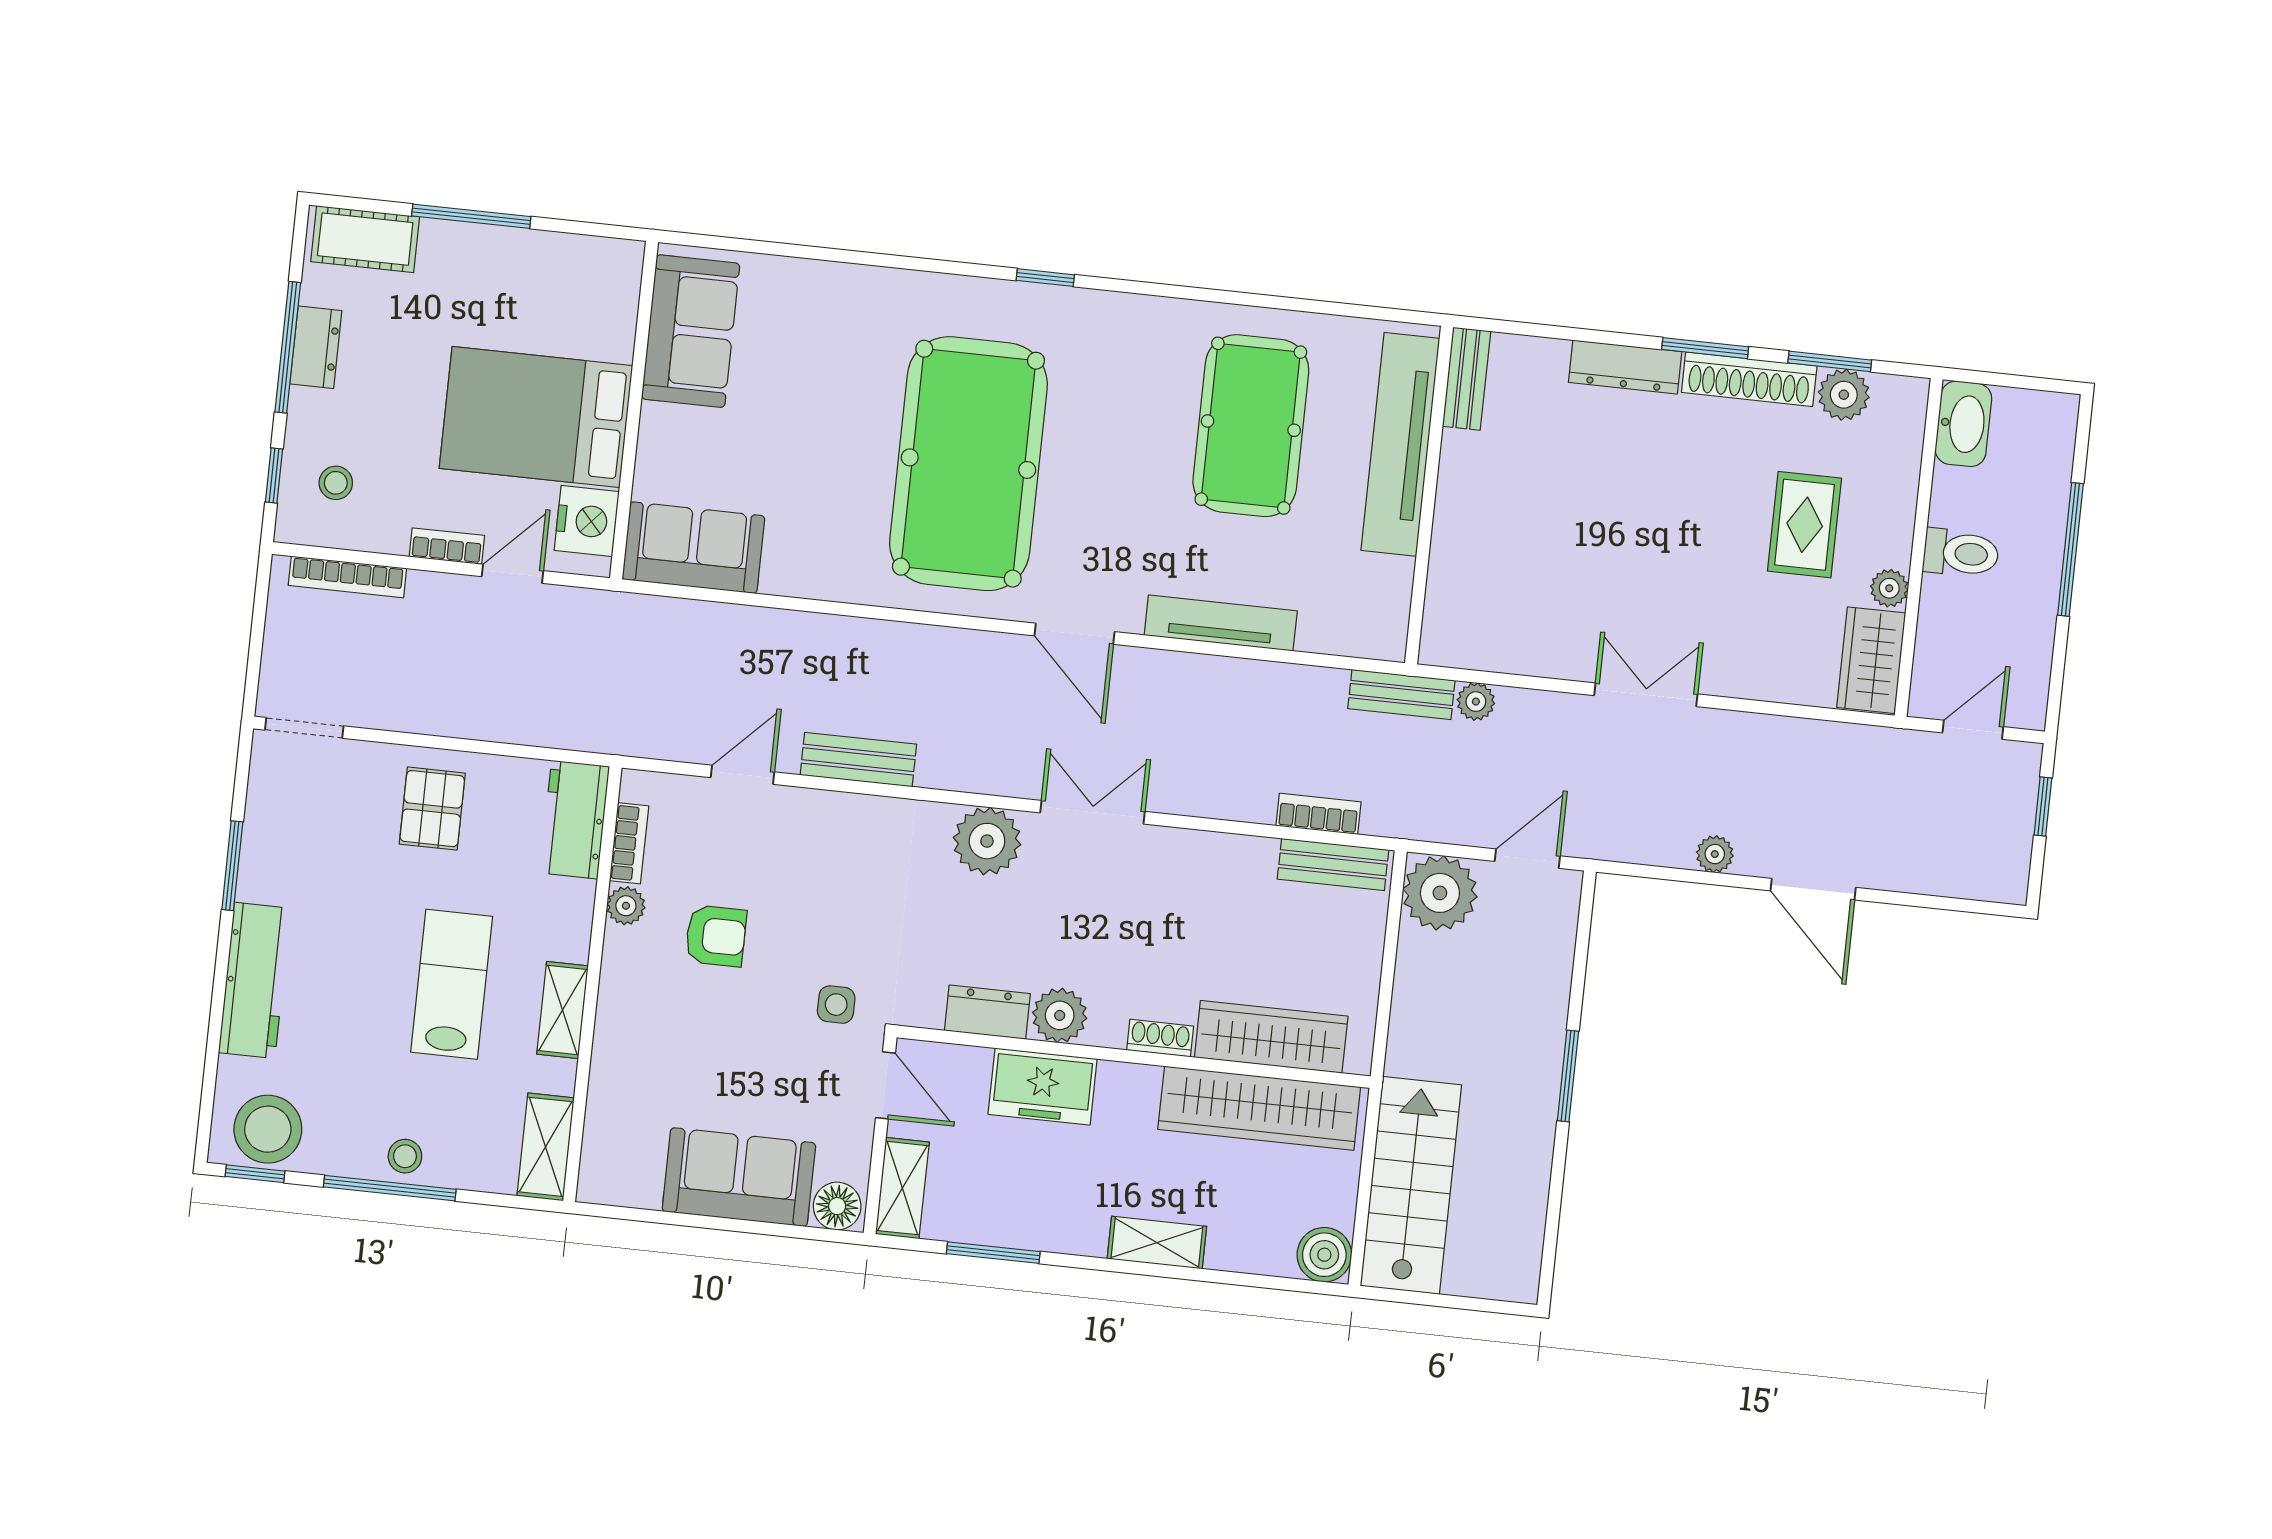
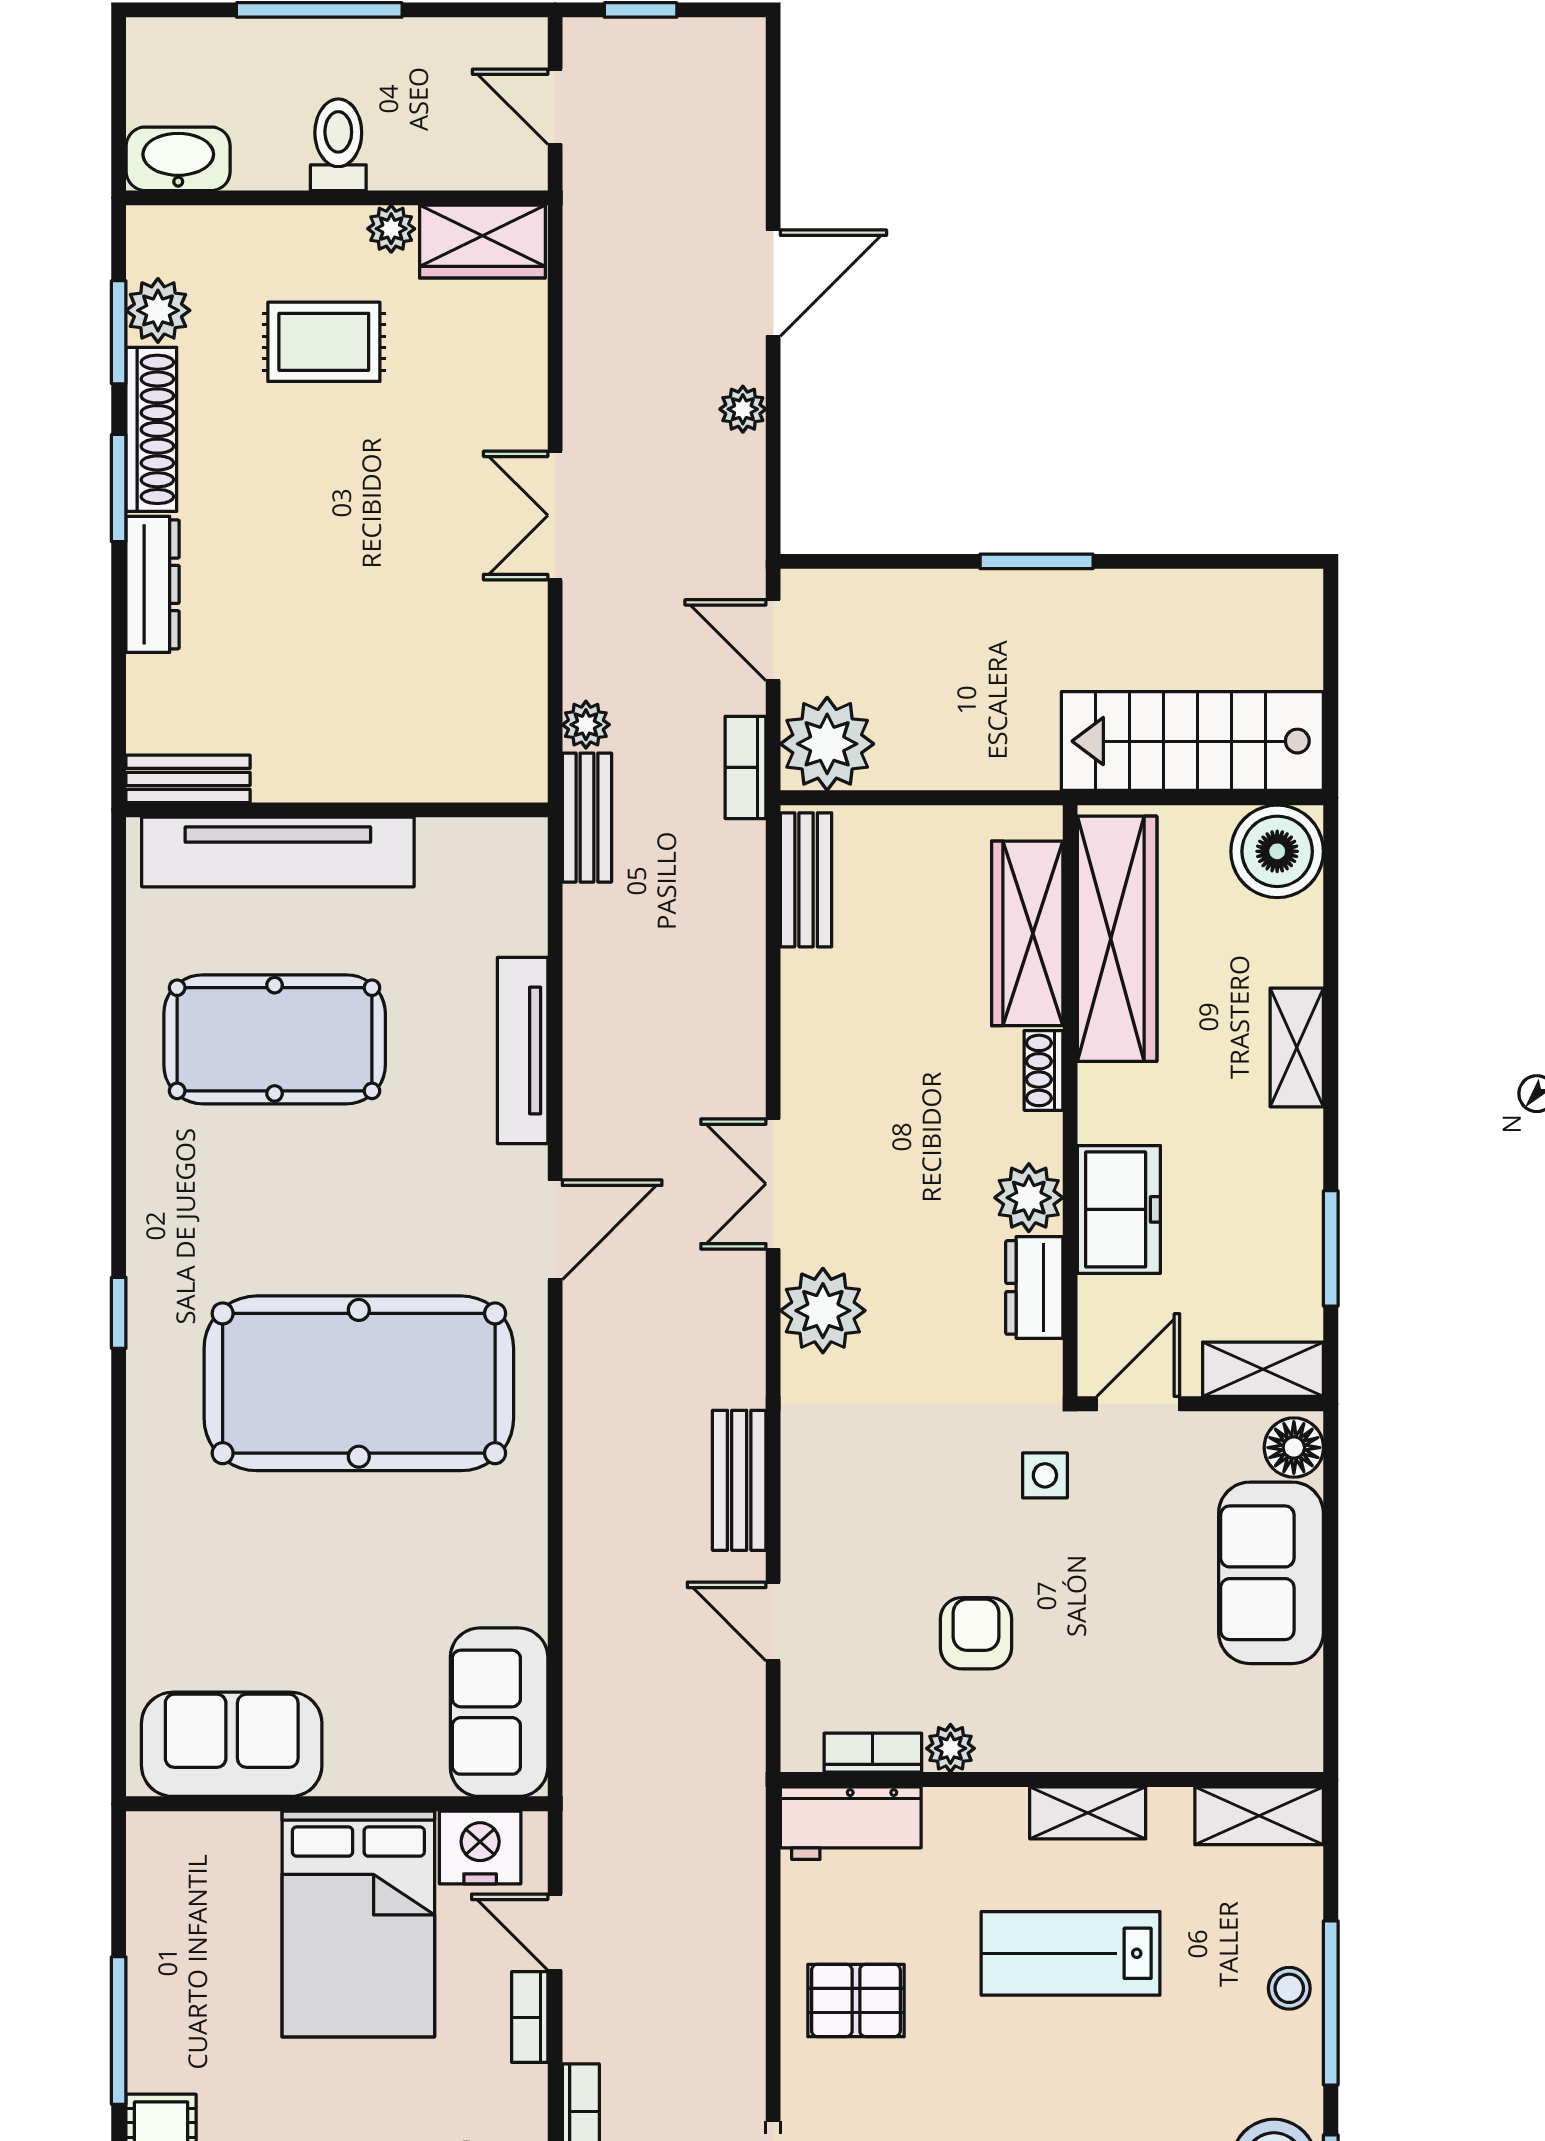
bookcase: (1318, 814) -> (745, 767), moved
boiler: (1324, 1255) -> (1277, 851), width x1.37, depth x1.37

